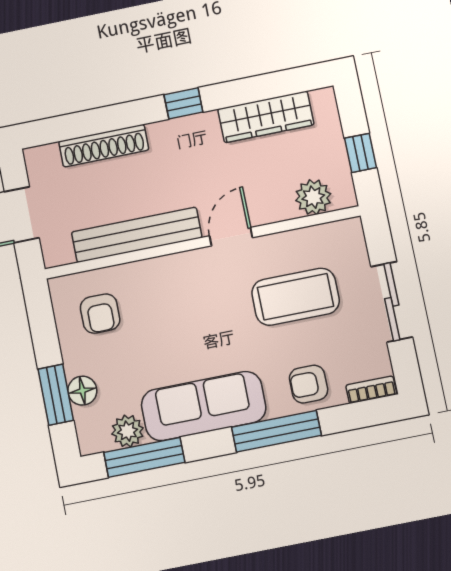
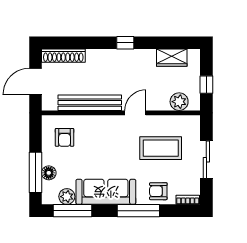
wardrobe: (266, 117) -> (172, 58), width x0.67
shoe rack: (104, 146) -> (63, 56), moved
window: (56, 395) -> (35, 172), width x1.44

